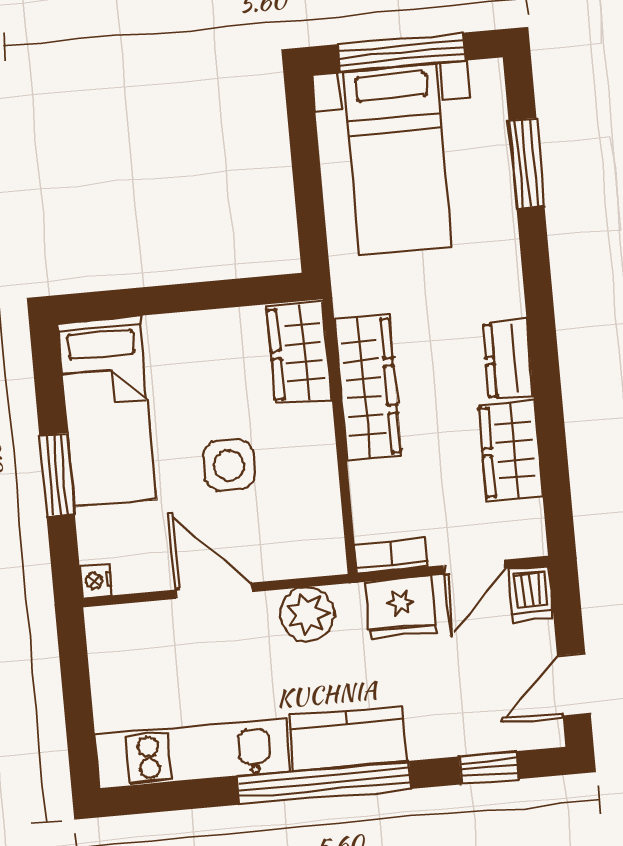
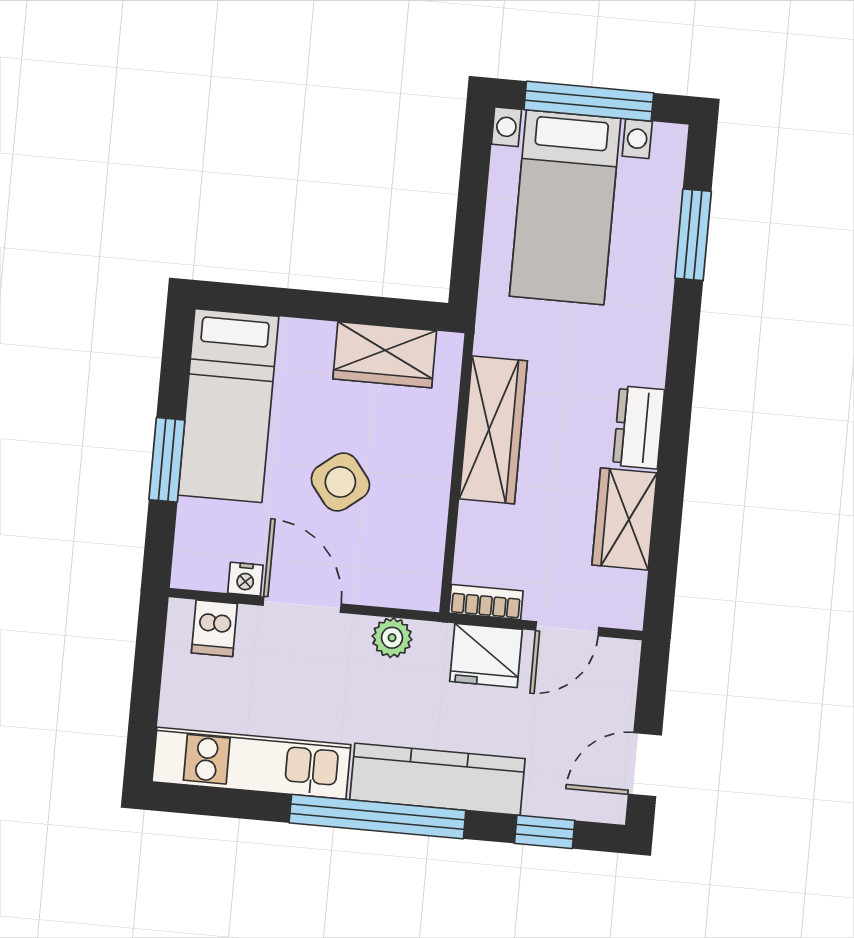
wardrobe: (299, 353) -> (385, 355), moved, turned -90
side table: (229, 465) -> (340, 482), turned -38
nightstand: (96, 581) -> (245, 579), moved, turned -90
dishwasher: (531, 593) -> (214, 628), moved
plant: (307, 614) -> (392, 638), width x0.73, depth x0.73
kitchen counter: (348, 738) -> (437, 779), width x1.50

